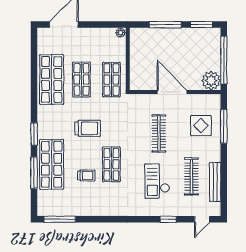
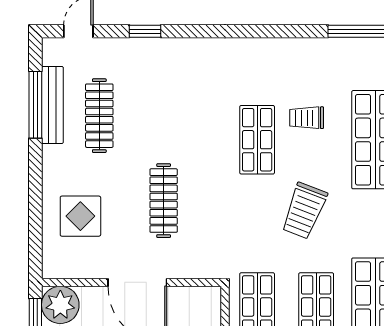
window: (224, 126) -> (35, 105), moved
trolley: (88, 128) -> (304, 211), turned -69
checkout: (157, 181) -> (167, 107), removed

